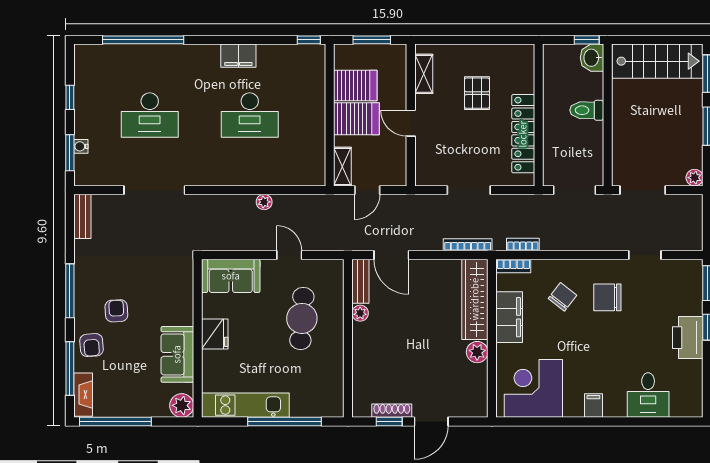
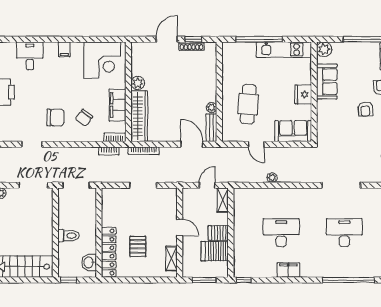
washbasin: (592, 58) -> (89, 263), moved, turned 180
server rack: (356, 119) -> (218, 233), width x0.73, depth x0.70
locker: (523, 134) -> (109, 252), moved

